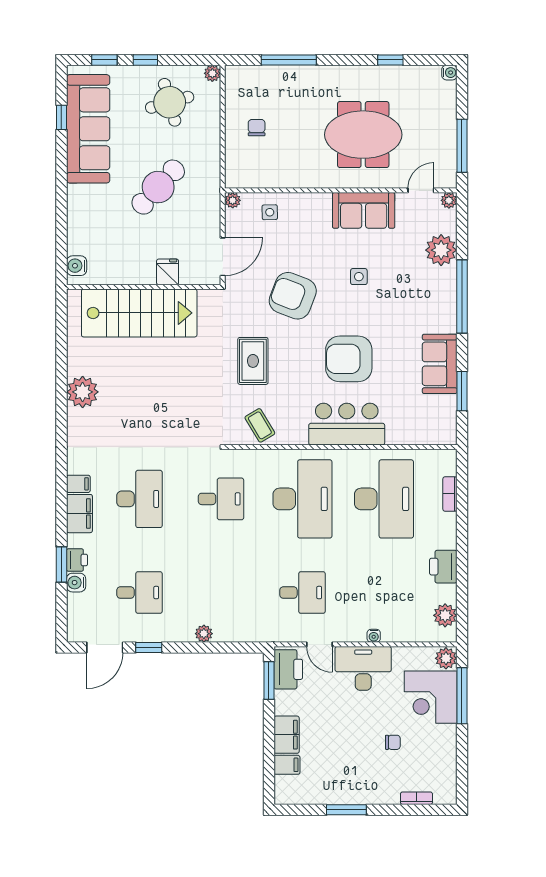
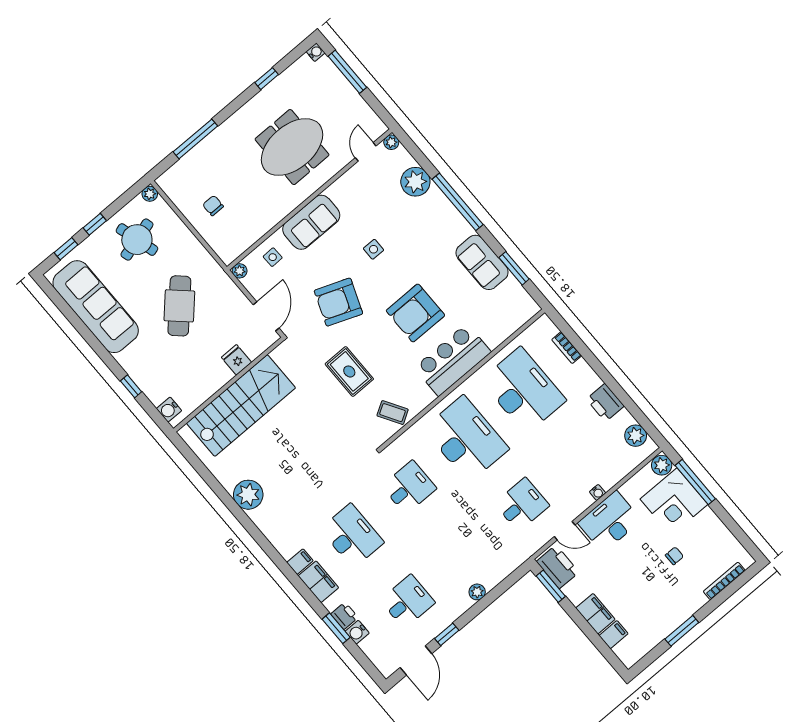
window: (61, 117) -> (131, 386), moved
window: (462, 146) -> (347, 72), moved
sofa: (364, 210) -> (311, 222), moved
bookcase: (416, 798) -> (724, 581), width x1.56

